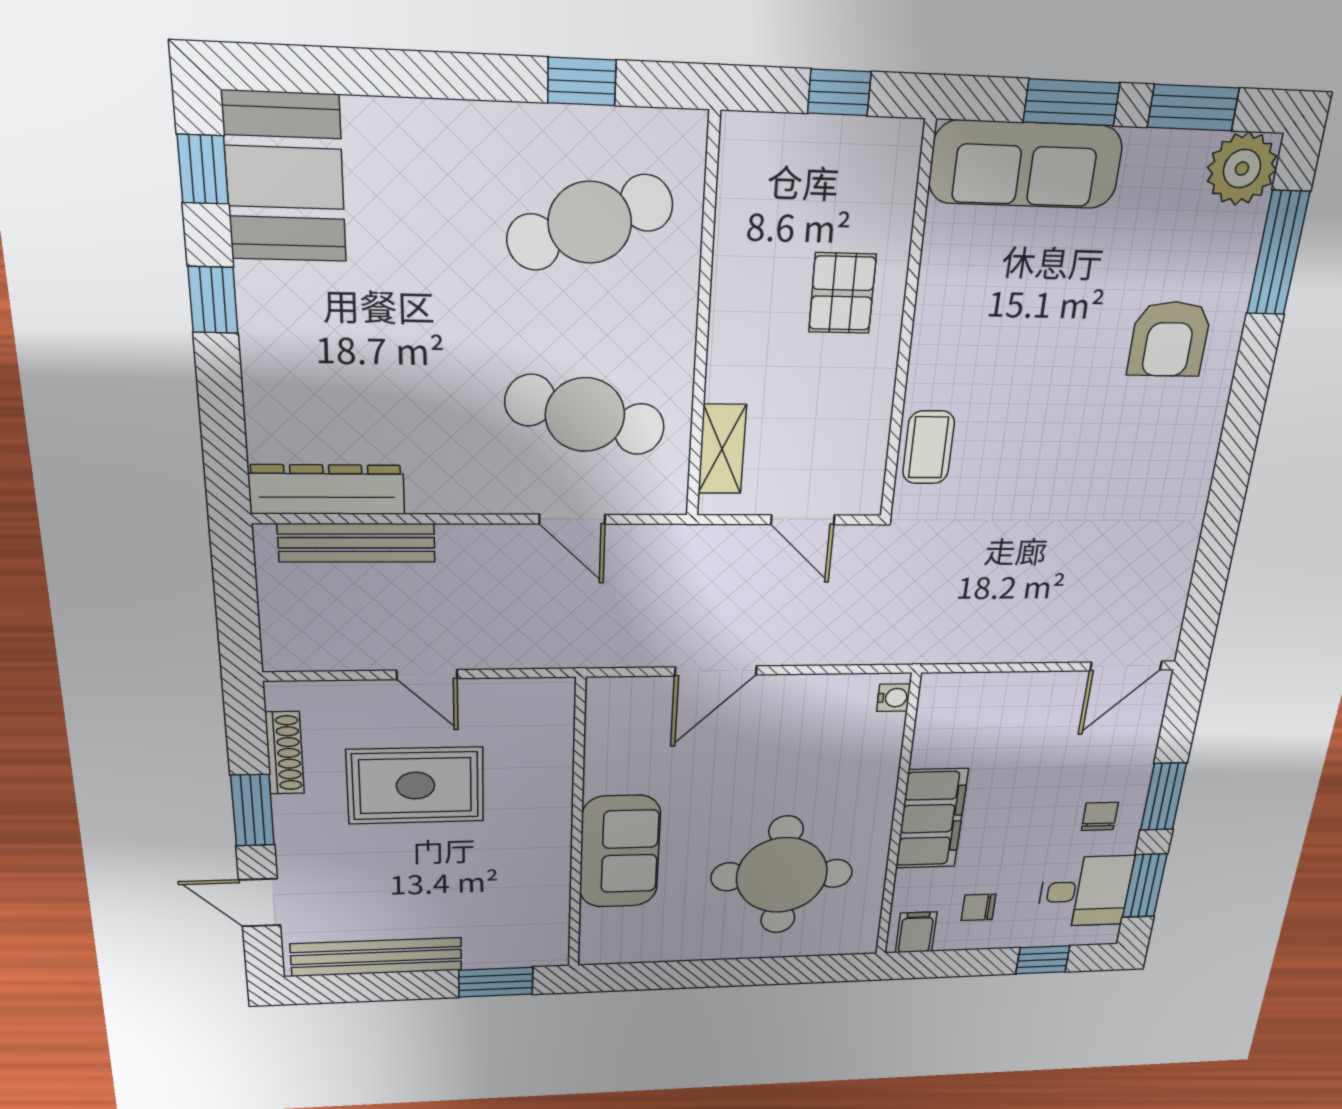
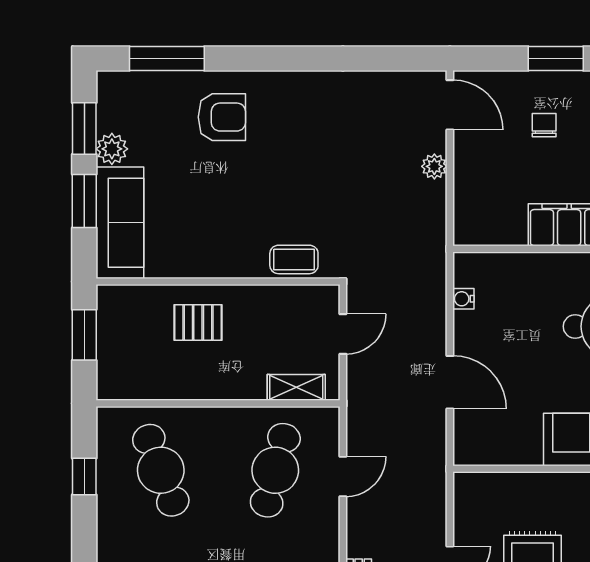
window: (839, 92) -> (84, 335), width x1.50
plant: (1242, 169) -> (112, 149), moved, width x0.73, depth x0.73
plant: (1041, 646) -> (434, 166), added
water cooler: (894, 698) -> (463, 299), moved, turned -90
chair: (1100, 816) -> (544, 125), moved, turned 90

